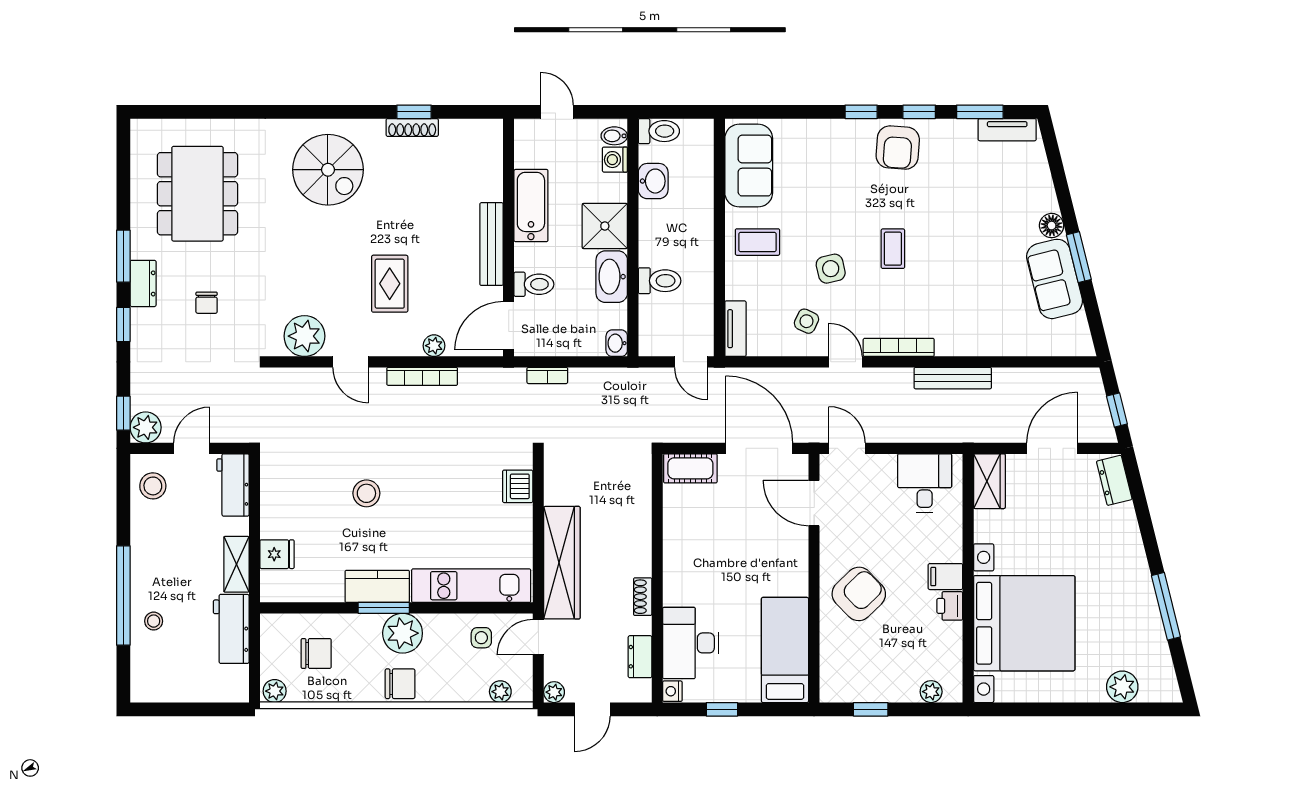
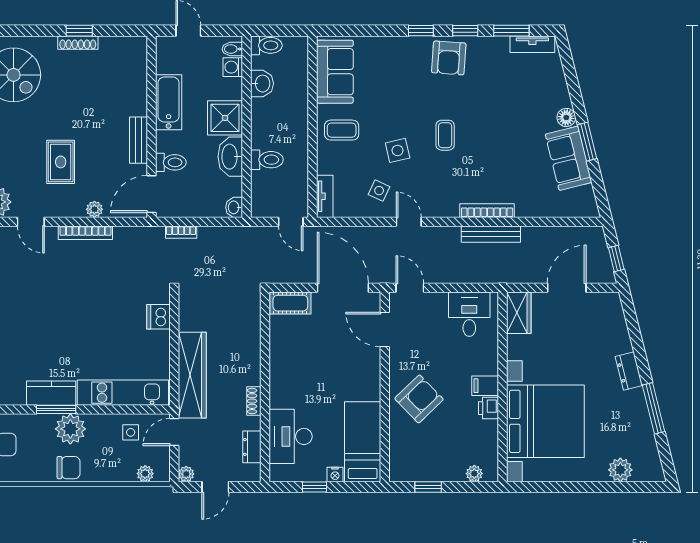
bench: (492, 244) -> (138, 140), width x0.73
bookcase: (899, 347) -> (487, 211), moved
dresser: (1114, 480) -> (629, 371), moved
stool: (366, 493) -> (43, 322), removed
nightstand: (672, 691) -> (335, 474), moved, turned -90

